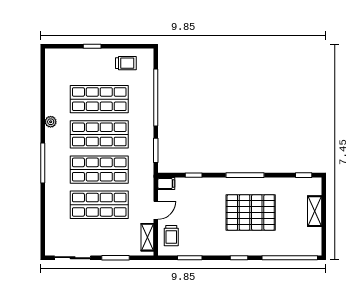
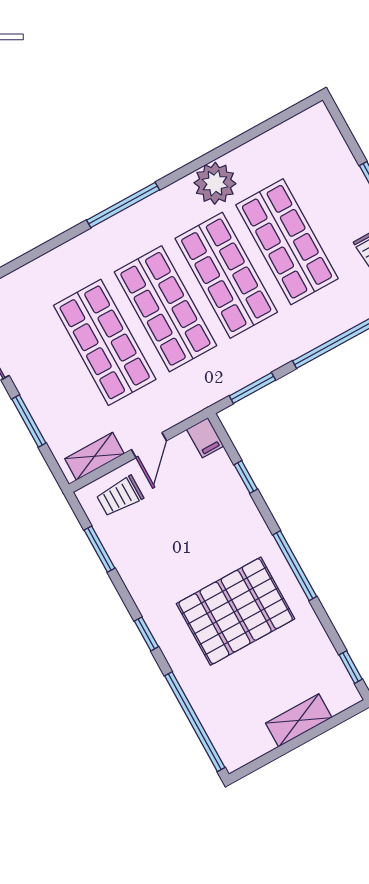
plant: (51, 122) -> (215, 183), width x1.87, depth x1.87
door: (156, 210) -> (149, 445), hinge flipped
pallet: (251, 212) -> (236, 611), turned 90

